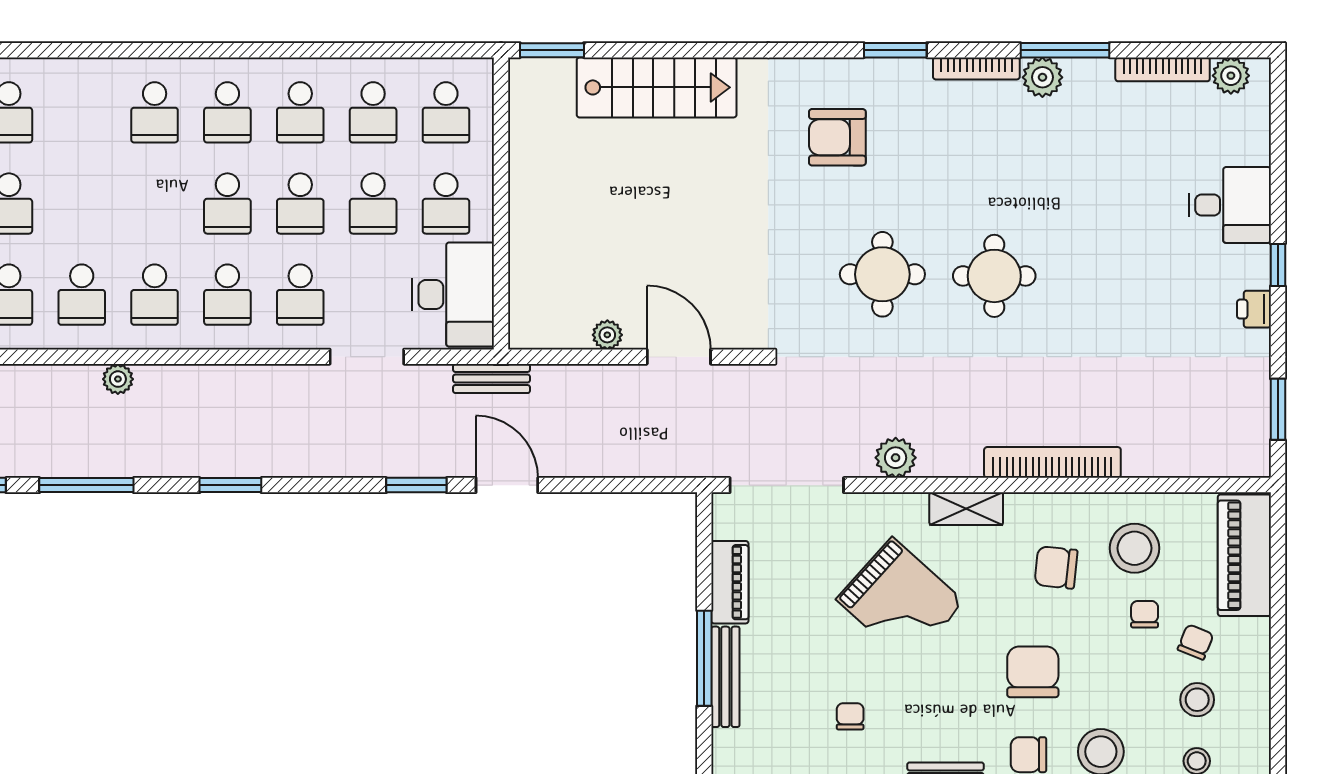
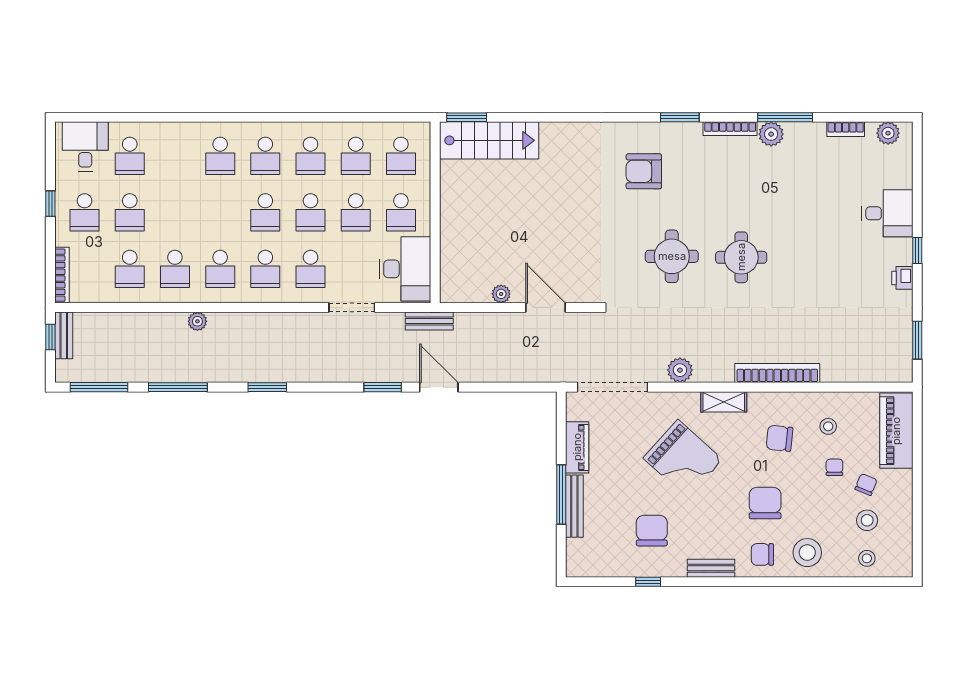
bookcase: (1163, 69) -> (846, 129), width x0.64
stairs: (657, 87) -> (489, 140), moved
stool: (1134, 548) -> (828, 426), width x0.53, depth x0.53
chair: (850, 716) -> (652, 531), width x1.87, depth x1.87

